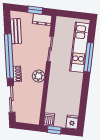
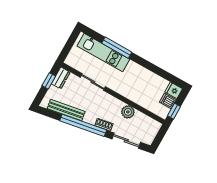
bench: (16, 31) -> (66, 110), width x1.36
plant: (39, 76) -> (128, 112), moved
dishwasher: (49, 119) -> (168, 101), moved

